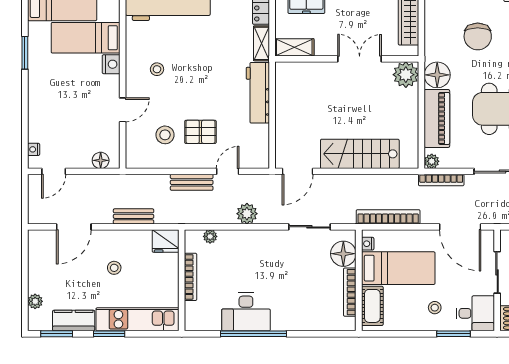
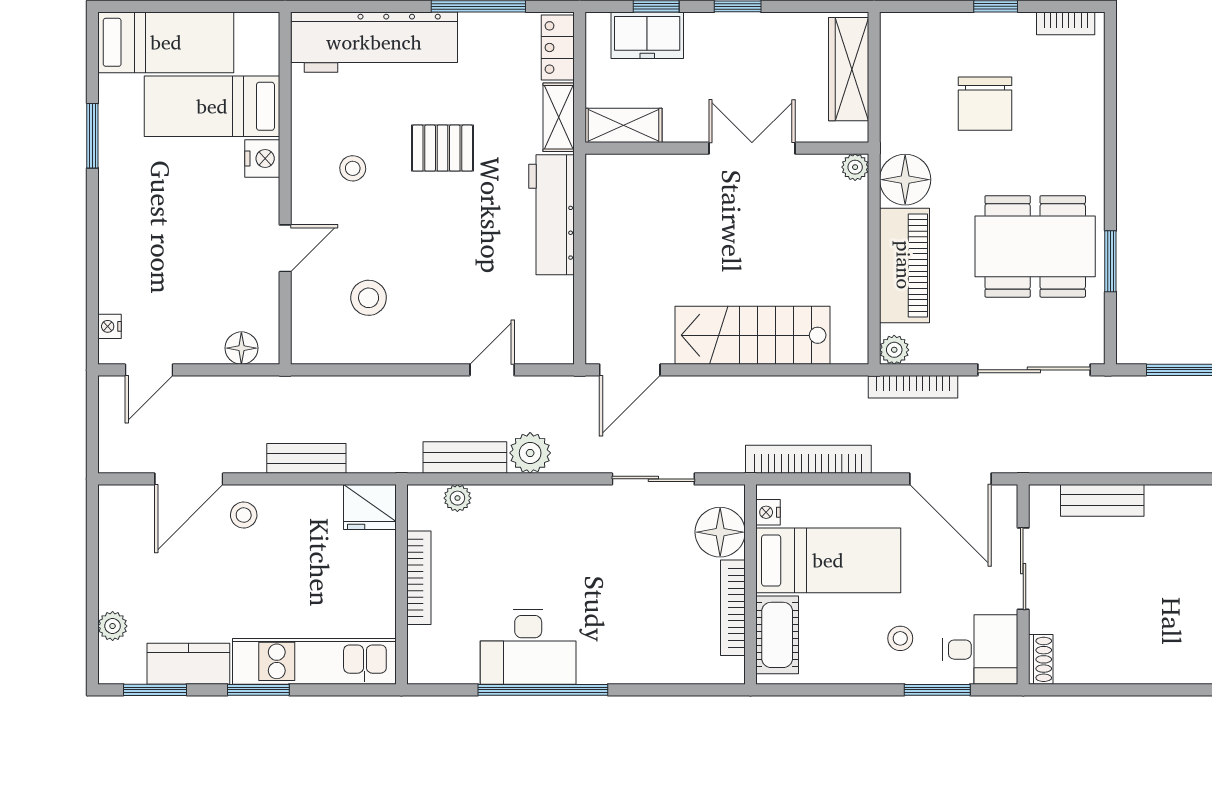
plant: (406, 75) -> (855, 167), width x0.53, depth x0.53
pallet: (200, 132) -> (442, 148), moved
bench: (192, 182) -> (465, 458), moved
stool: (114, 268) -> (244, 515), moved

